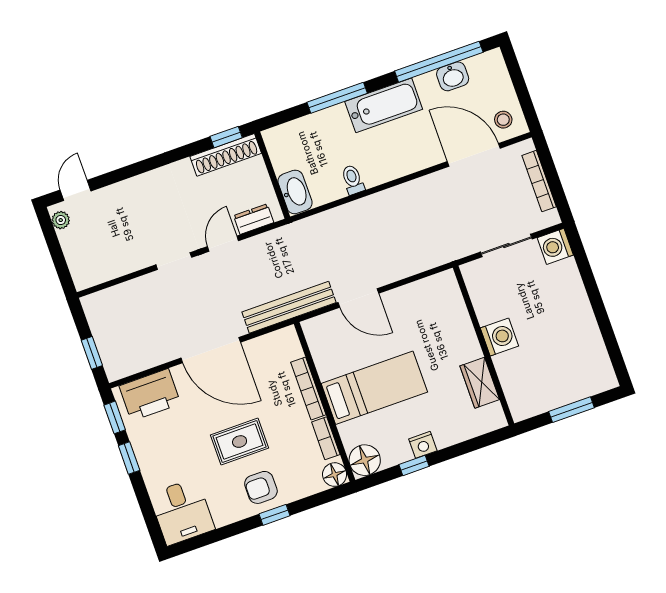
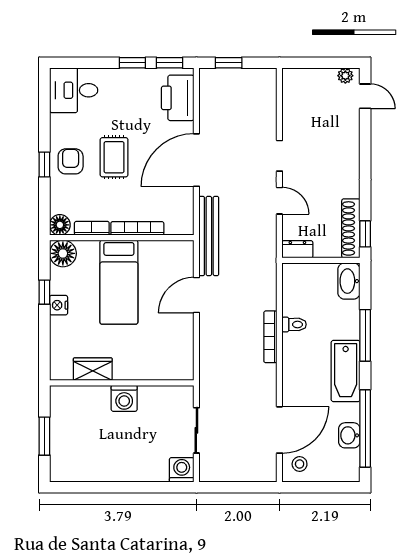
bookcase: (539, 181) -> (270, 337), moved, turned -90
washbasin: (295, 192) -> (349, 281), moved, turned 90
dresser: (254, 219) -> (297, 249), moved, turned -90

